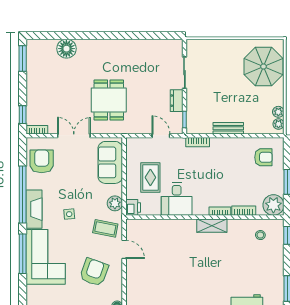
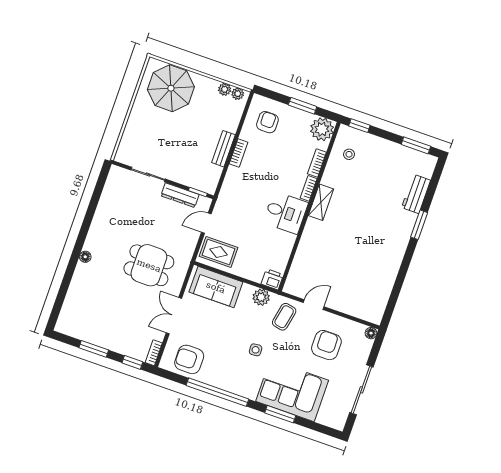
floor lamp: (66, 49) -> (85, 257), moved, width x0.53, depth x0.53
window: (23, 58) -> (94, 349), moved
dresser: (177, 101) -> (180, 195), width x1.44
bookcase: (198, 142) -> (239, 153), moved
rug: (150, 177) -> (218, 252), moved
desk: (177, 199) -> (286, 213), moved
fireplace: (34, 209) -> (237, 385), removed
window: (23, 254) -> (280, 414), width x0.69
armchair: (94, 272) -> (326, 345), turned 70

